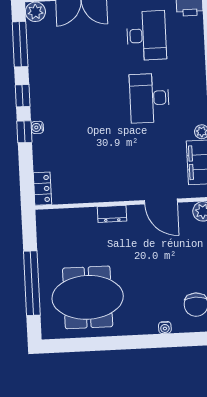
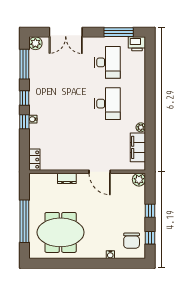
desk: (149, 98) -> (108, 104), turned 180
door: (161, 201) -> (100, 172), moved
dresser: (112, 214) -> (67, 178), moved

